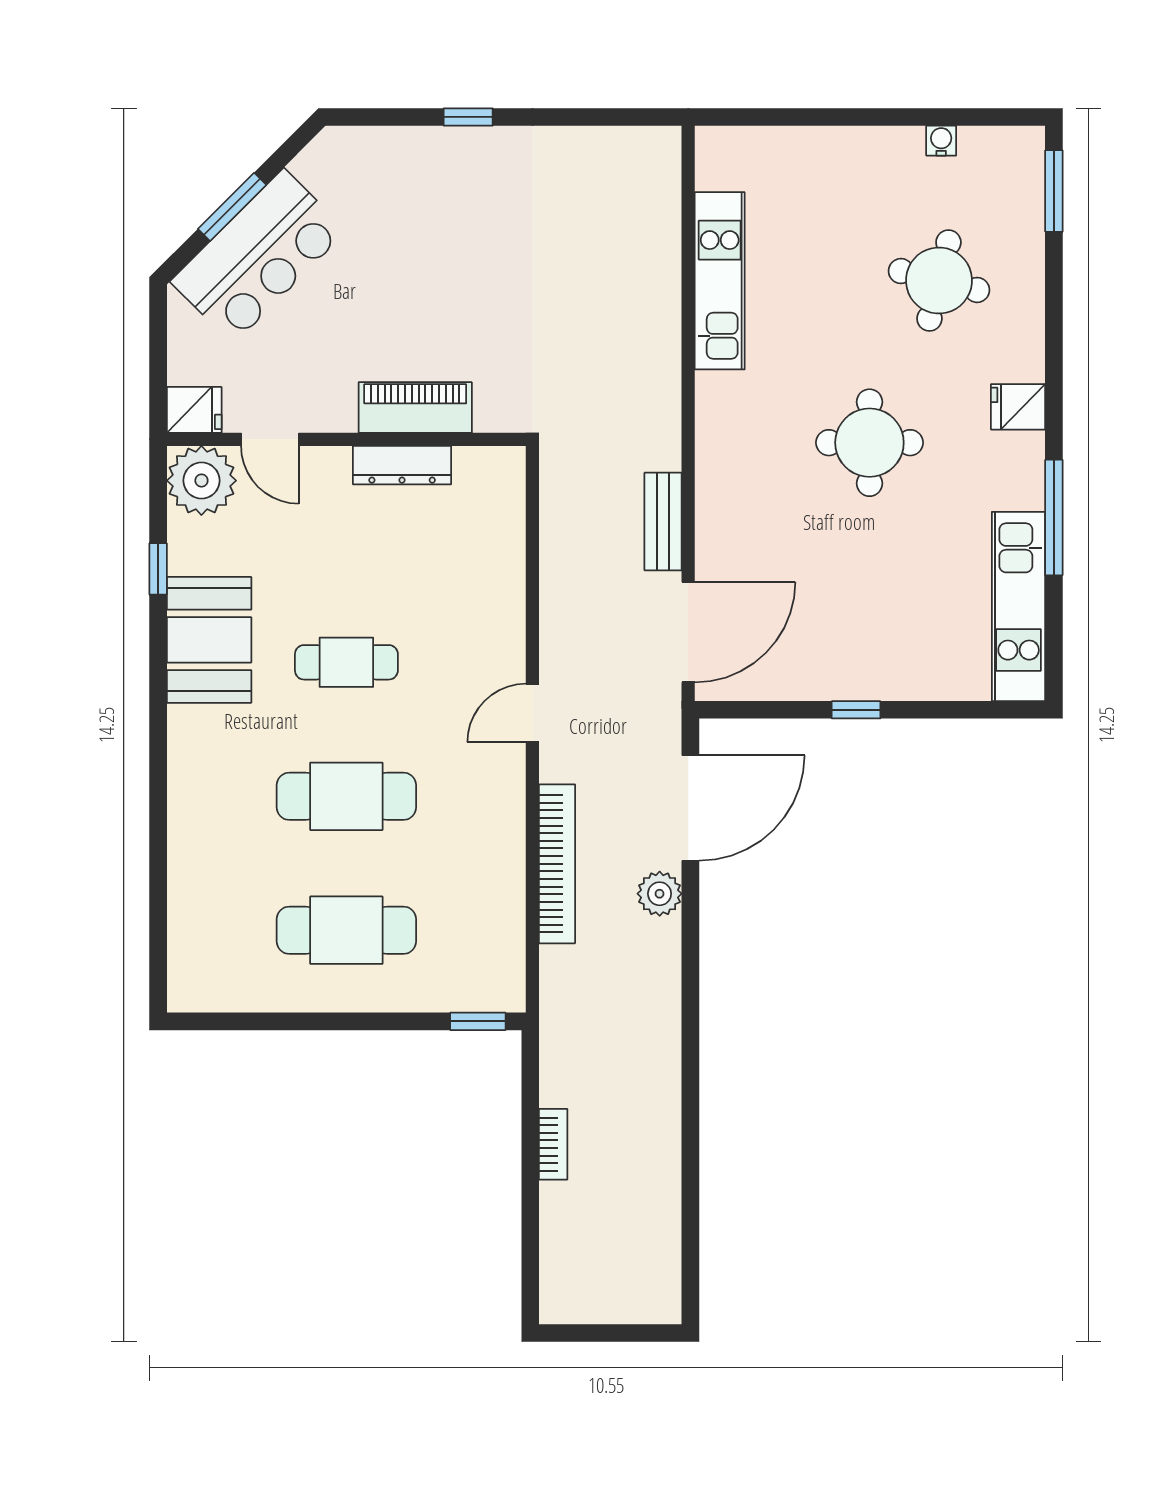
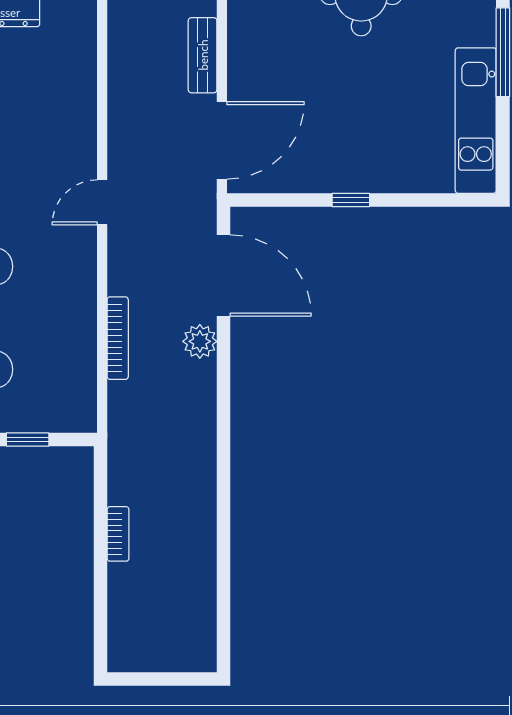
door: (690, 808) -> (224, 275), hinge flipped
bookcase: (557, 864) -> (118, 338), width x0.68, depth x0.76
window: (478, 1021) -> (28, 439), moved

